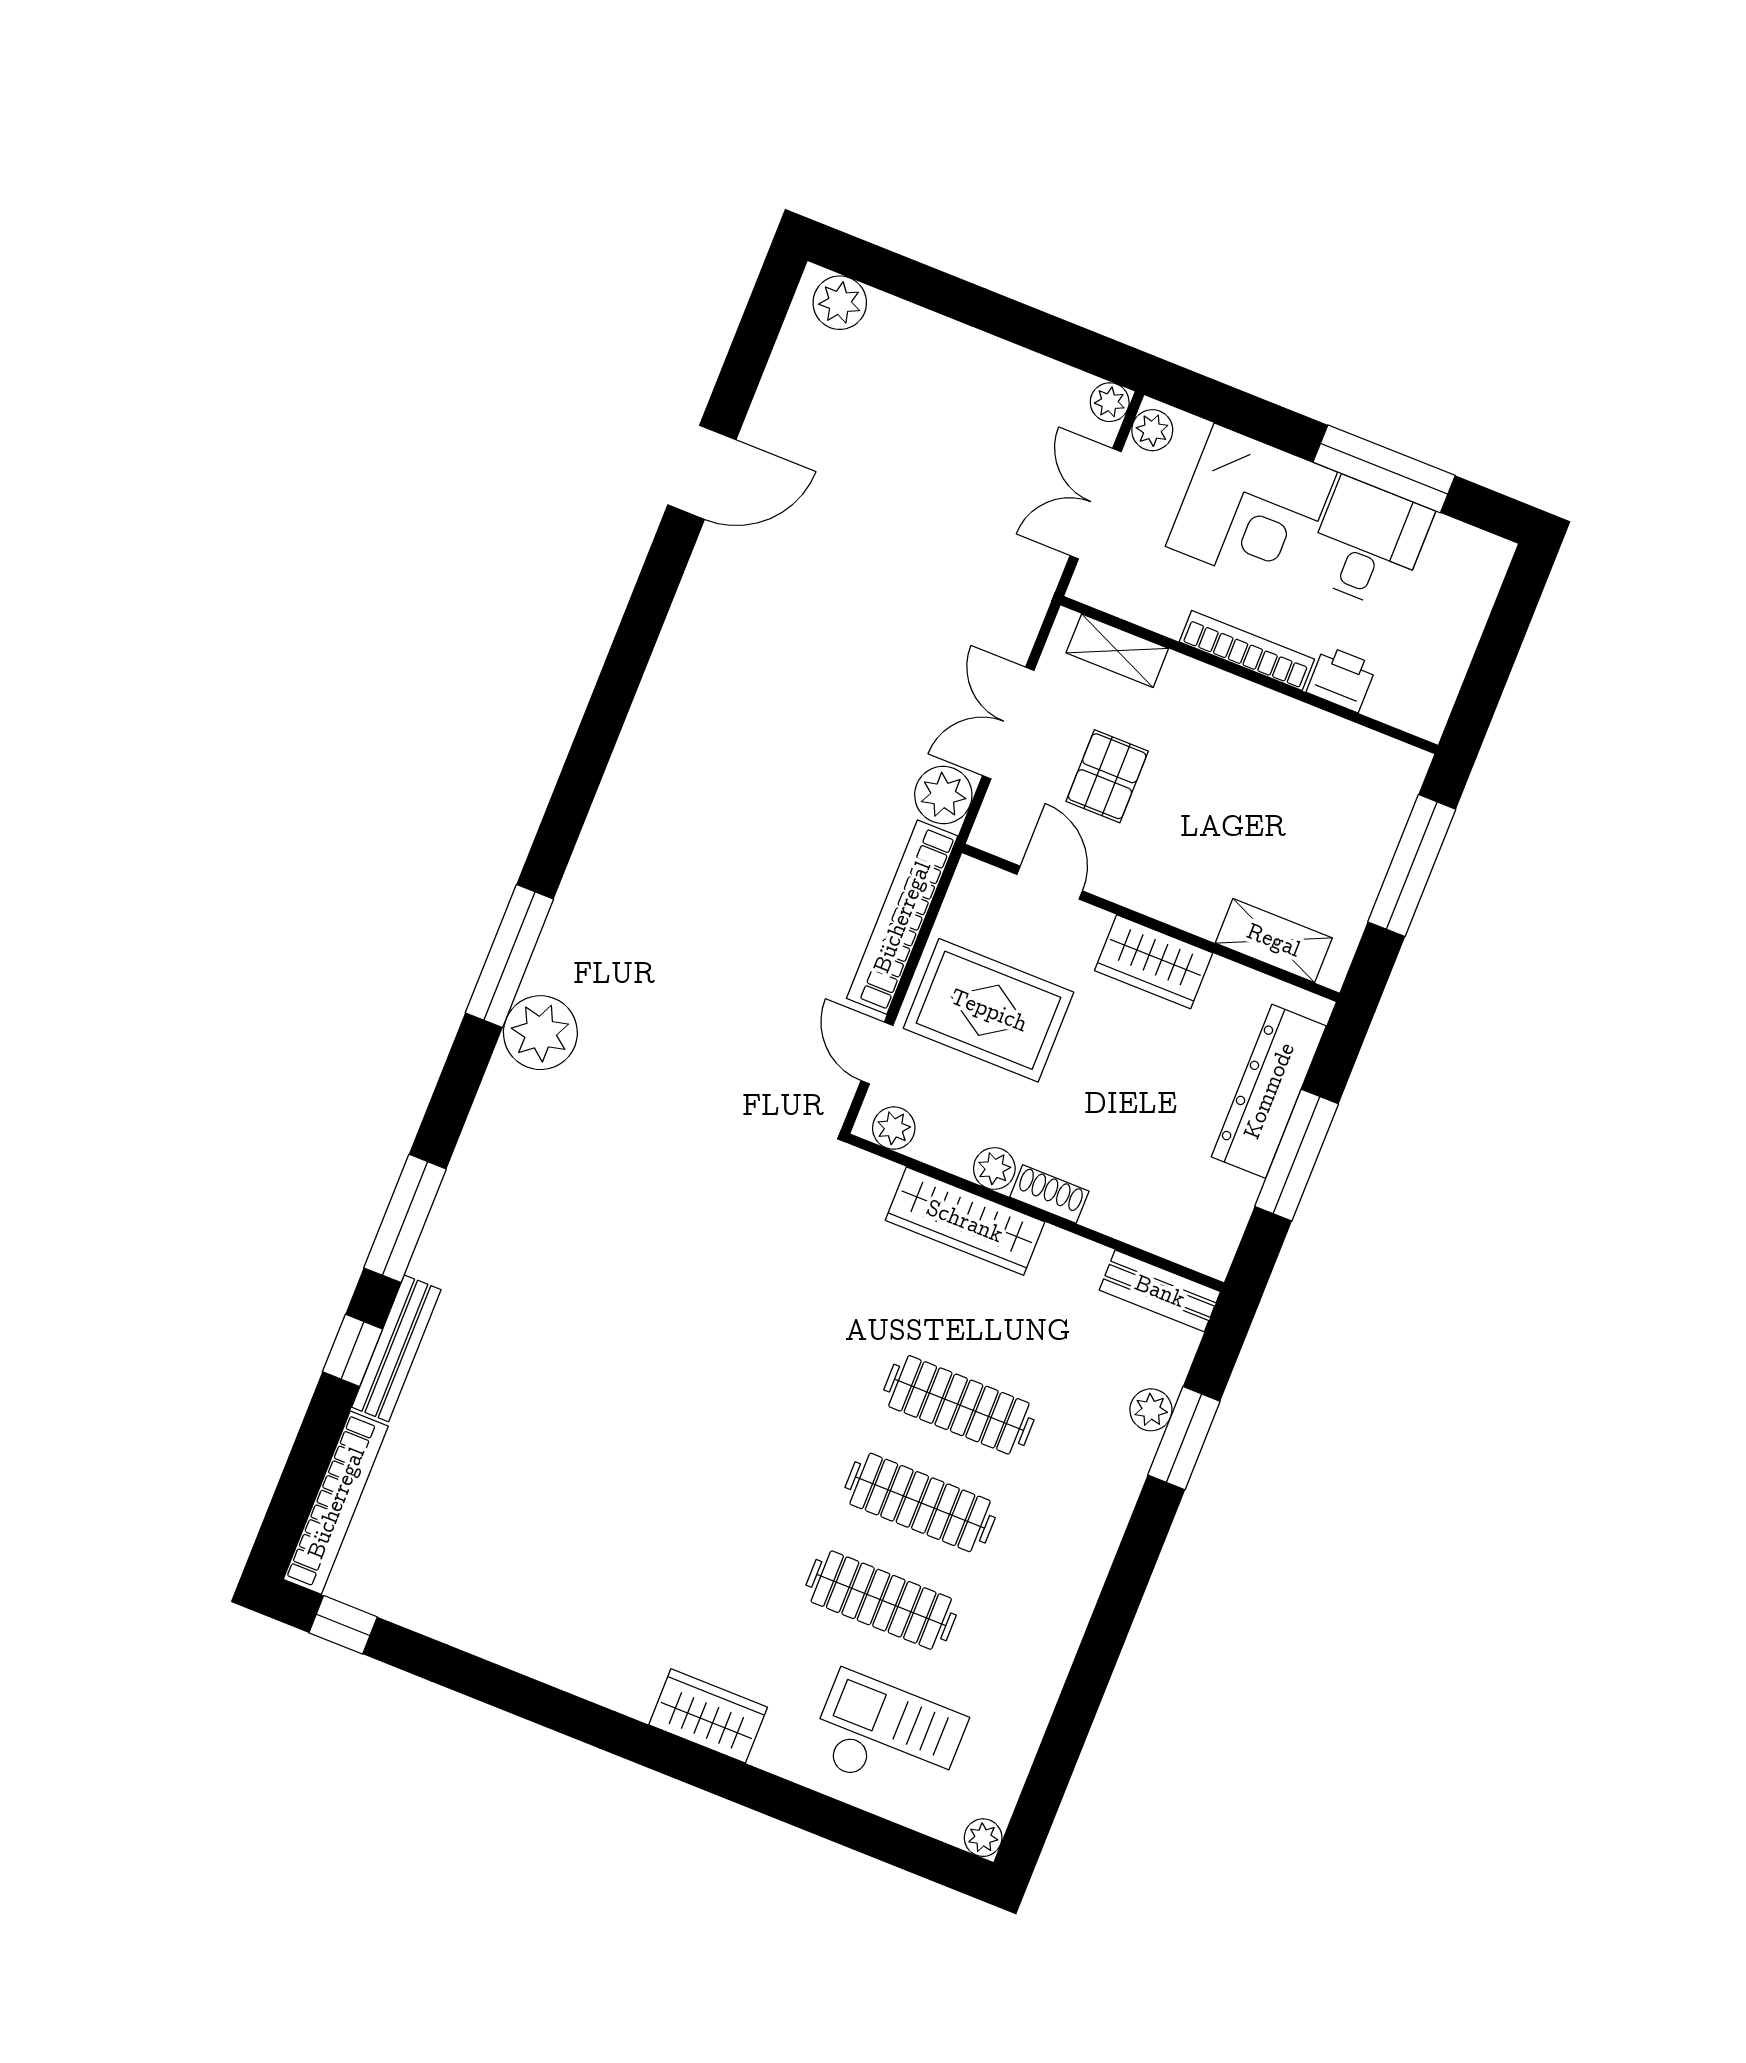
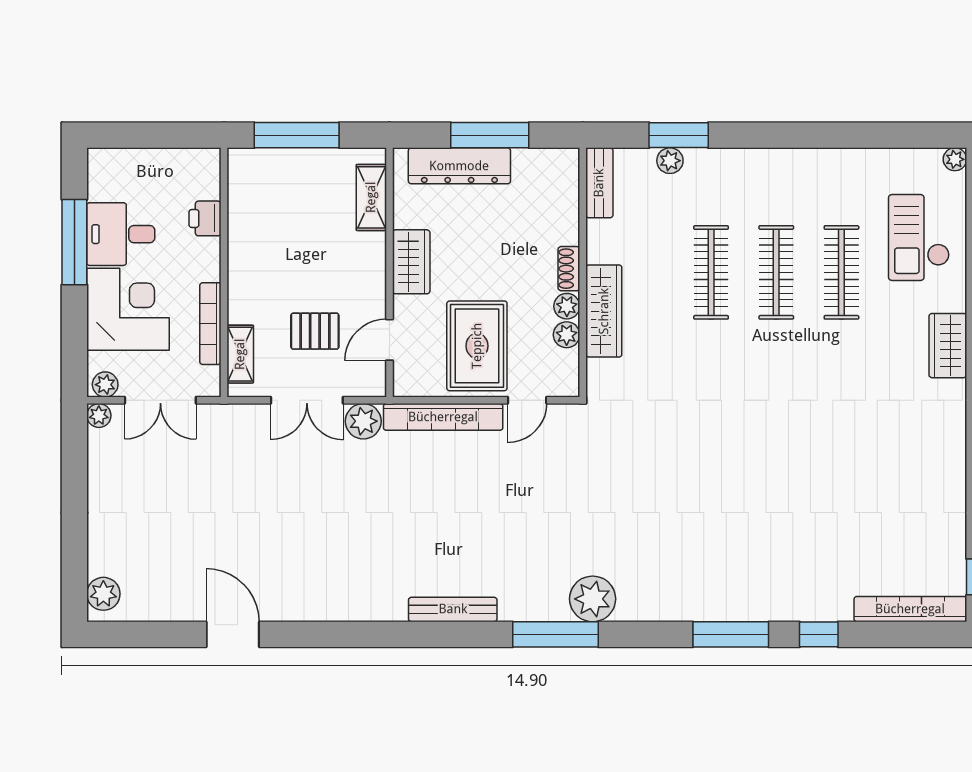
bookcase: (1247, 651) -> (210, 324), moved
plant: (894, 1128) -> (567, 335), moved
bench: (396, 1348) -> (453, 609), moved

